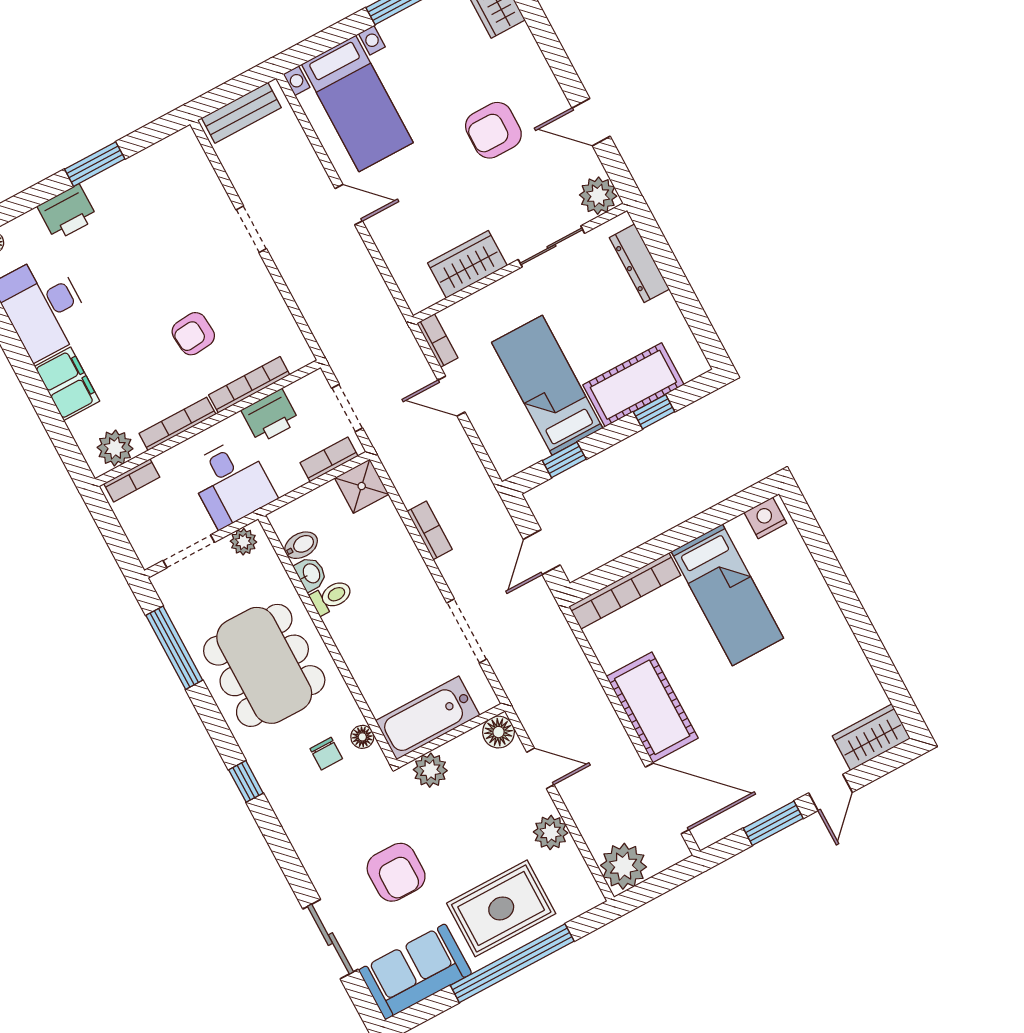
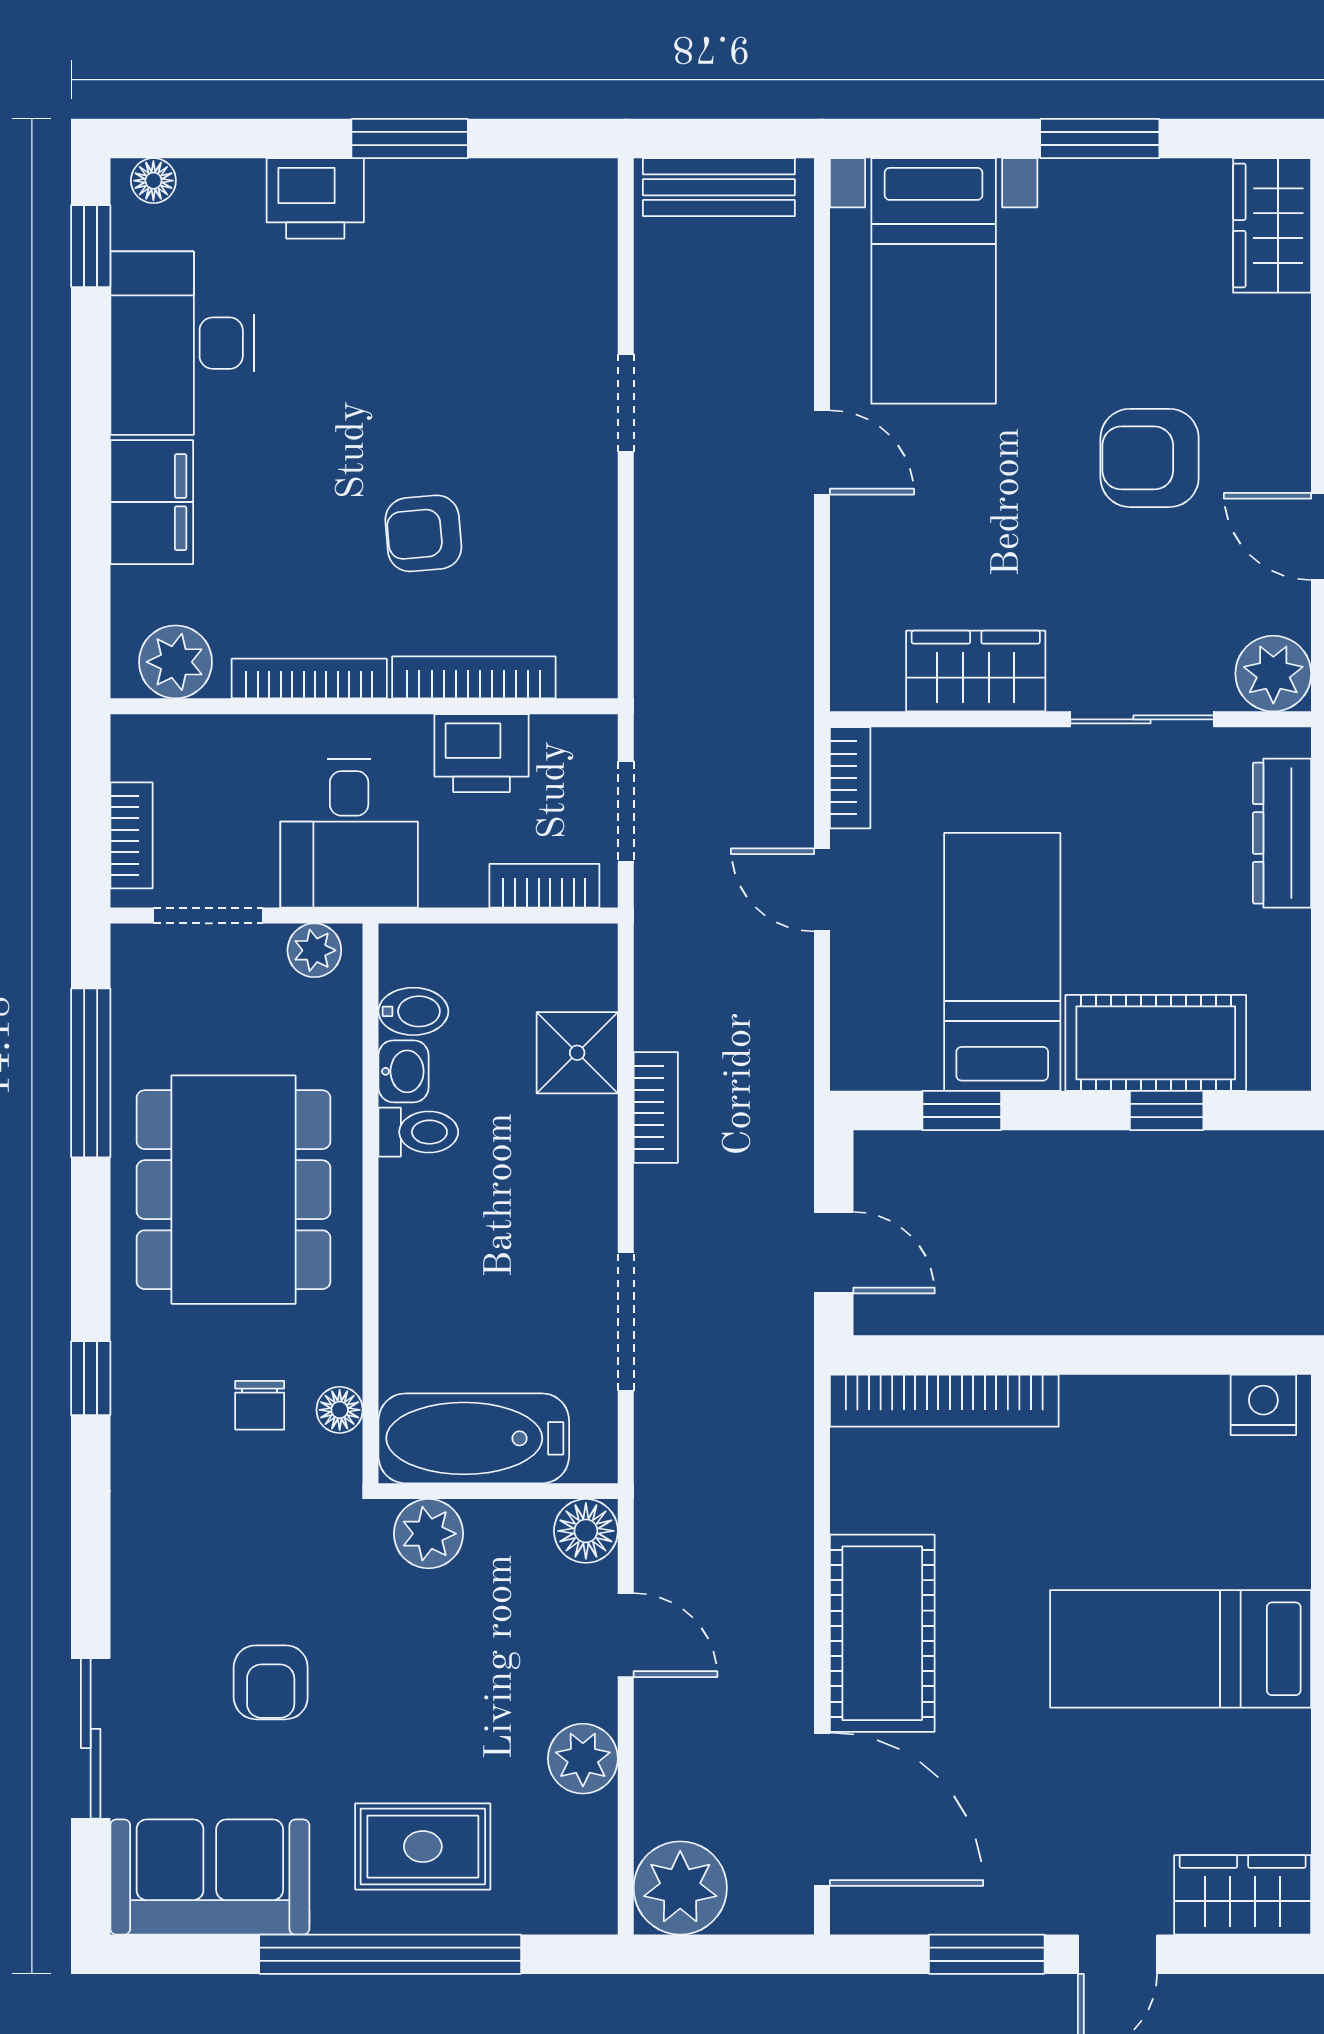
bookcase: (132, 480) -> (131, 835), moved, turned -90
shower: (362, 486) -> (577, 1053), moved
door: (542, 552) -> (834, 1253), swing flipped
bed: (727, 595) -> (1181, 1649), moved, turned 90
armchair: (396, 872) -> (271, 1682), width x0.72, depth x0.72
rug: (501, 908) -> (423, 1847), width x0.73, depth x0.70

